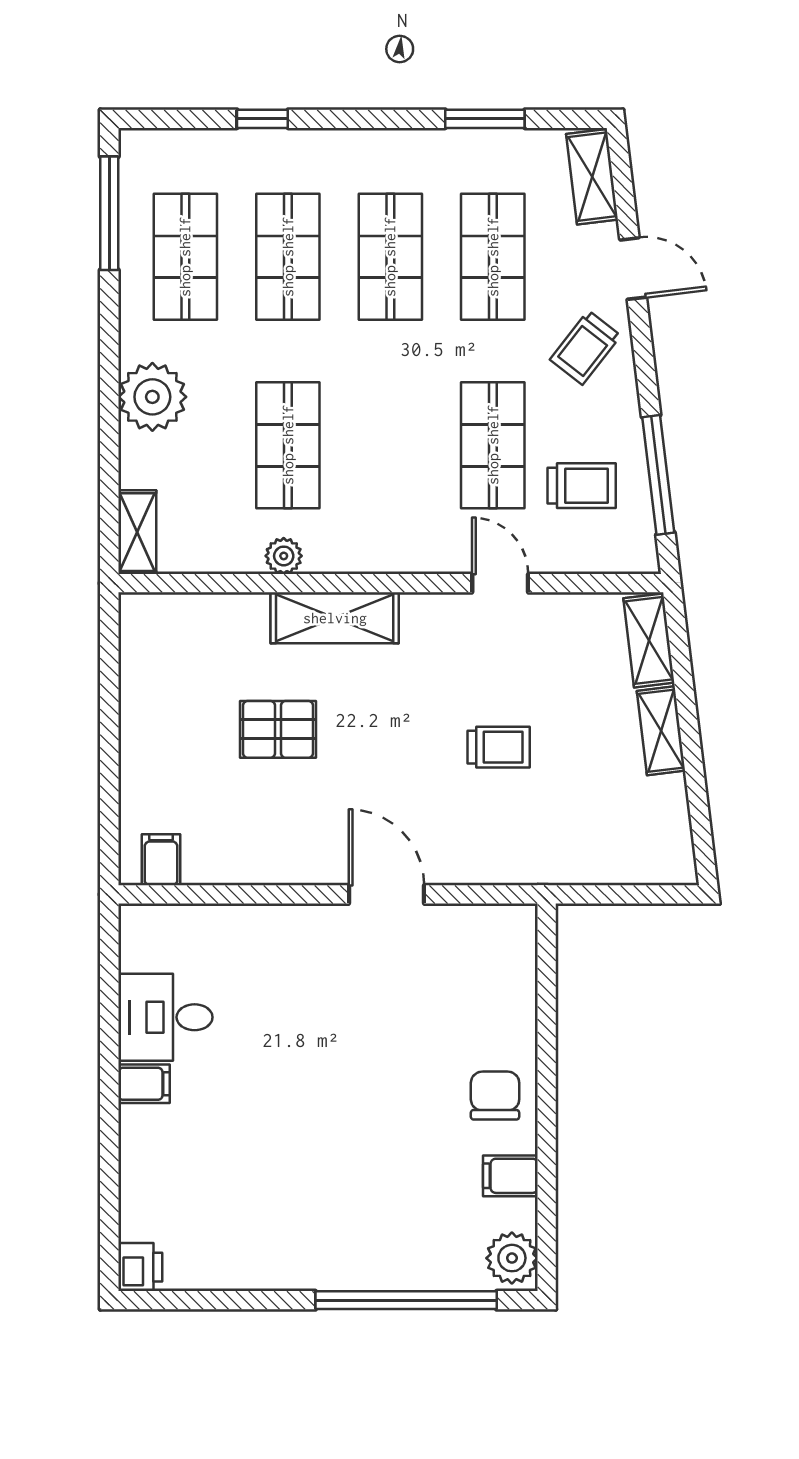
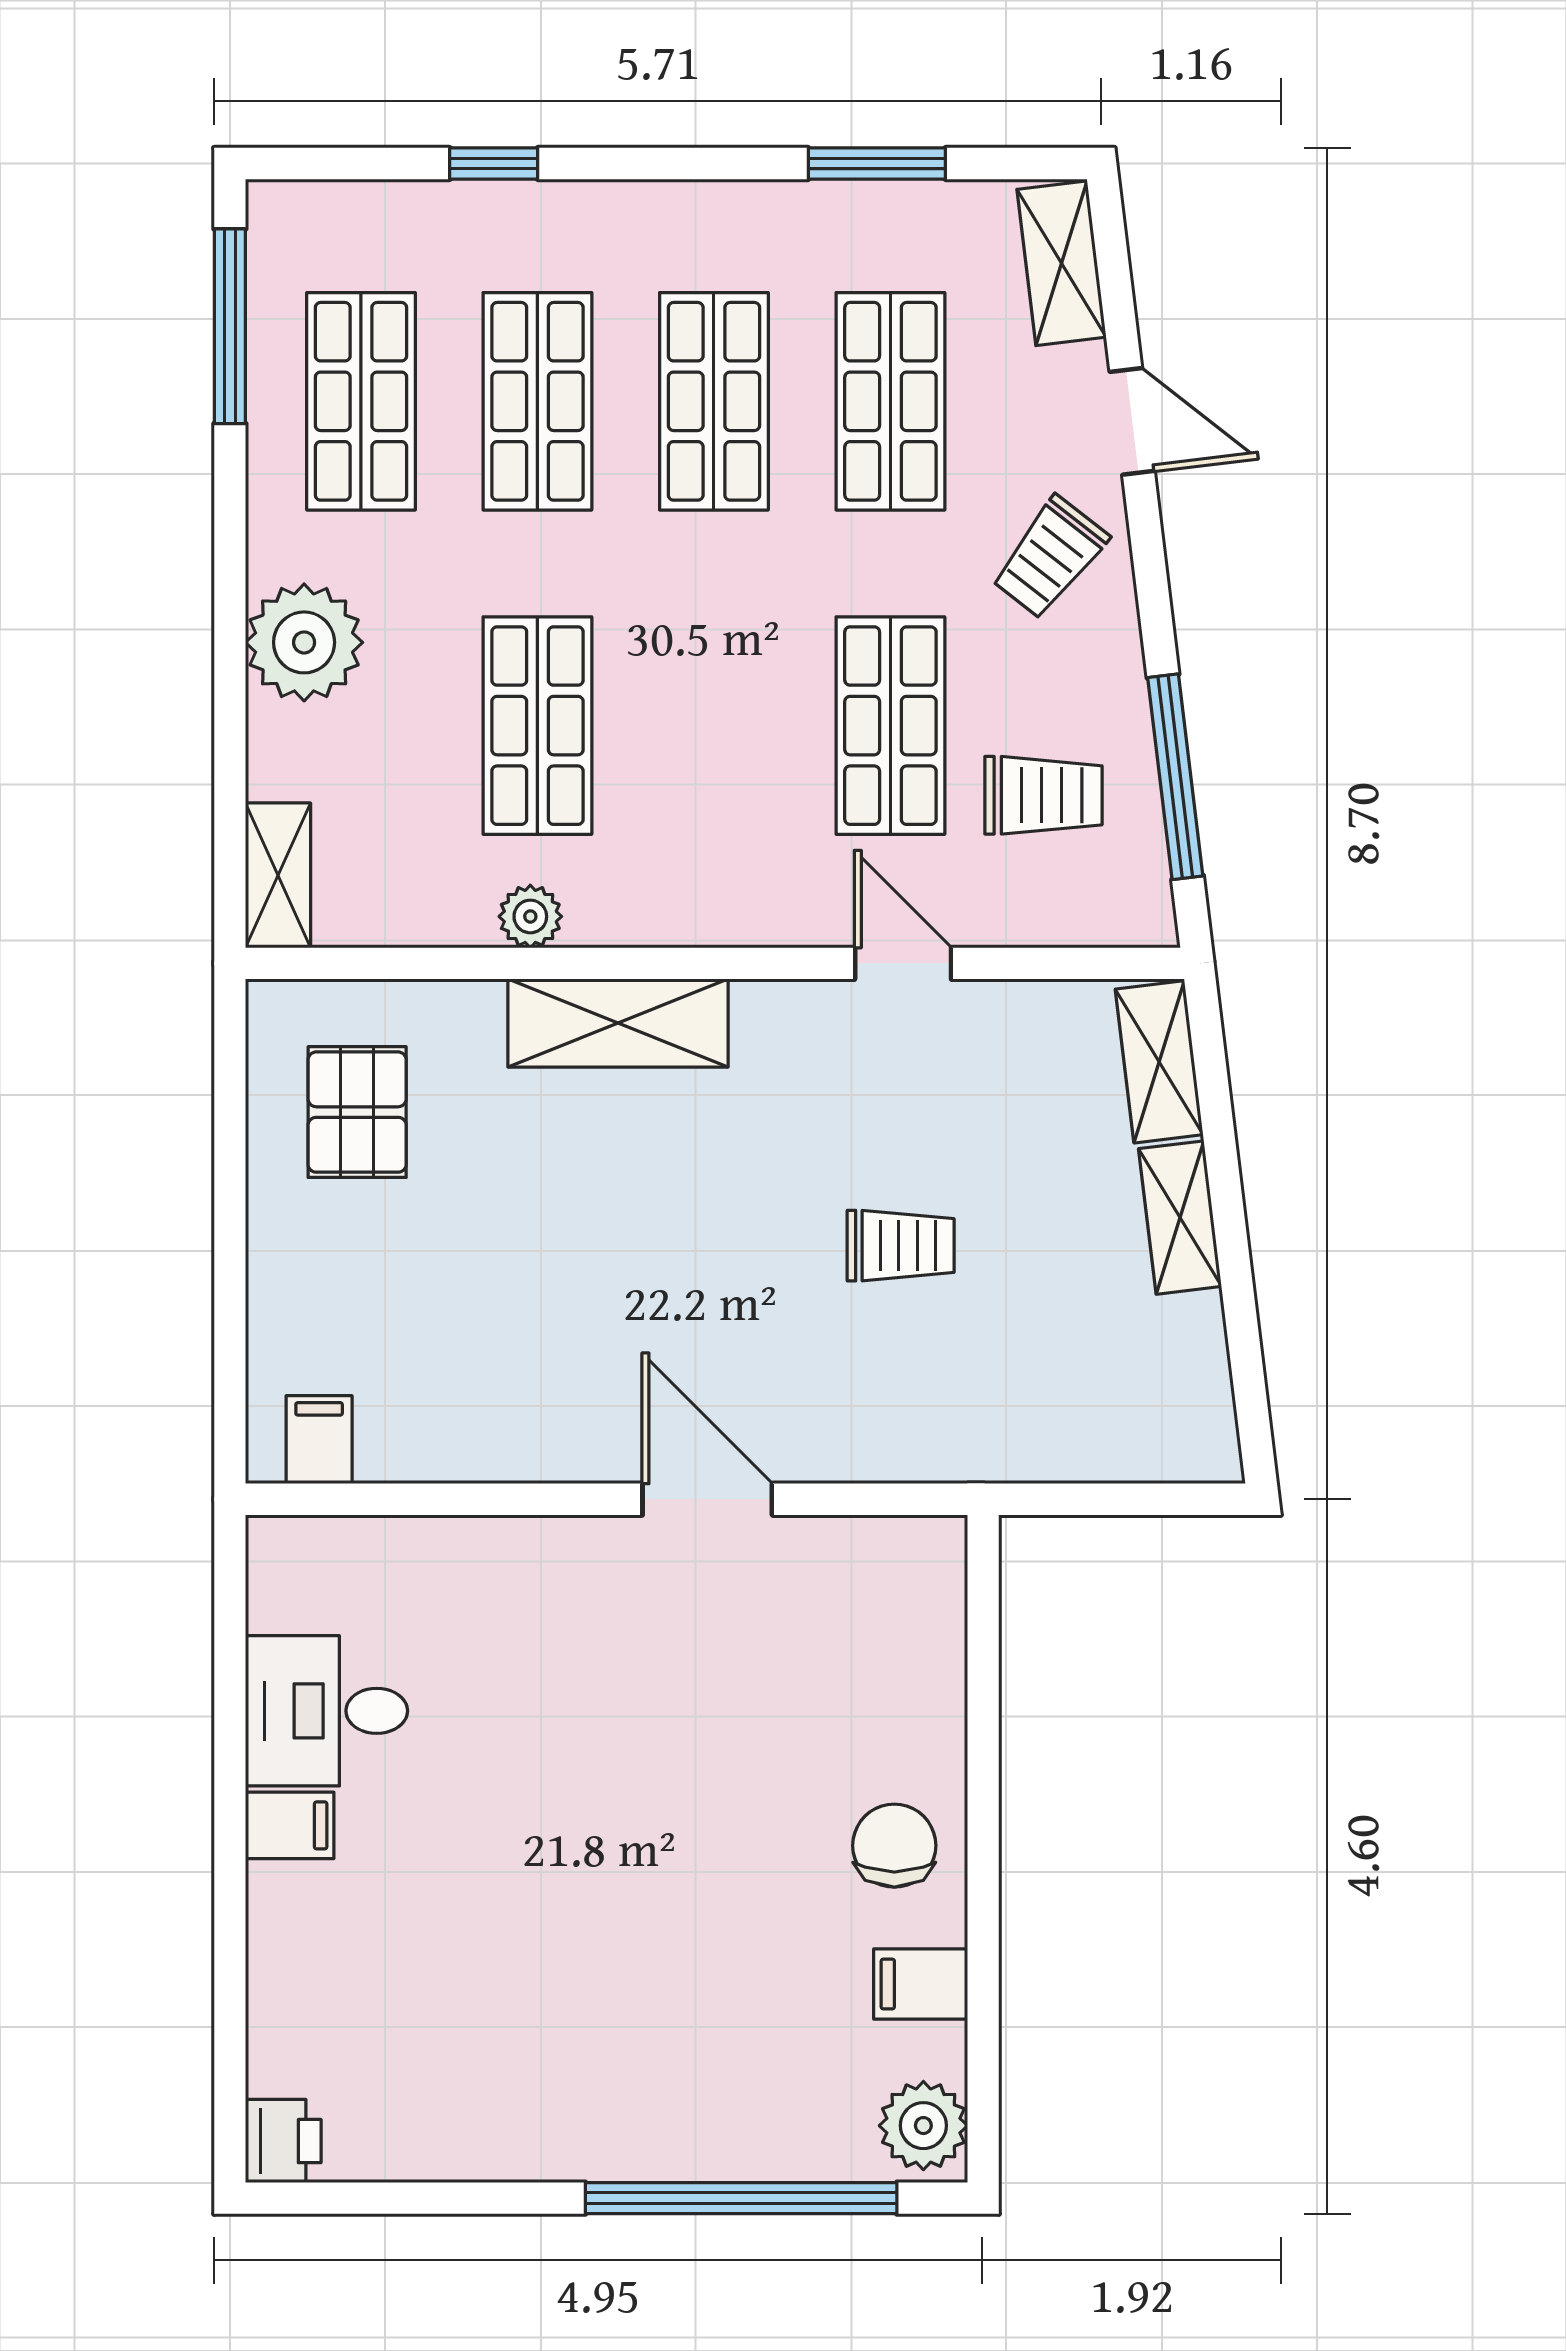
pallet: (278, 729) -> (357, 1112), moved, turned 90

